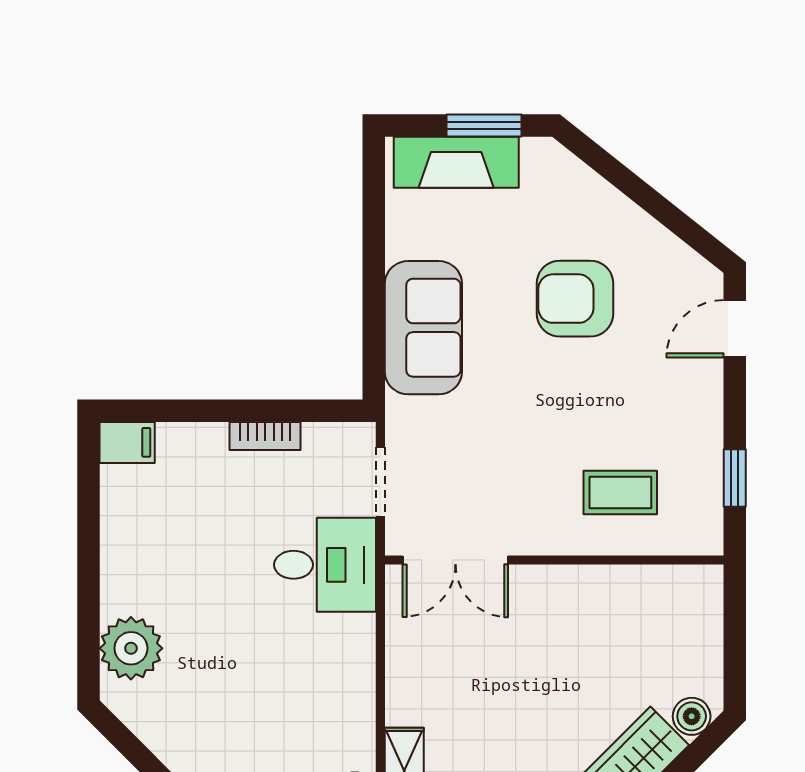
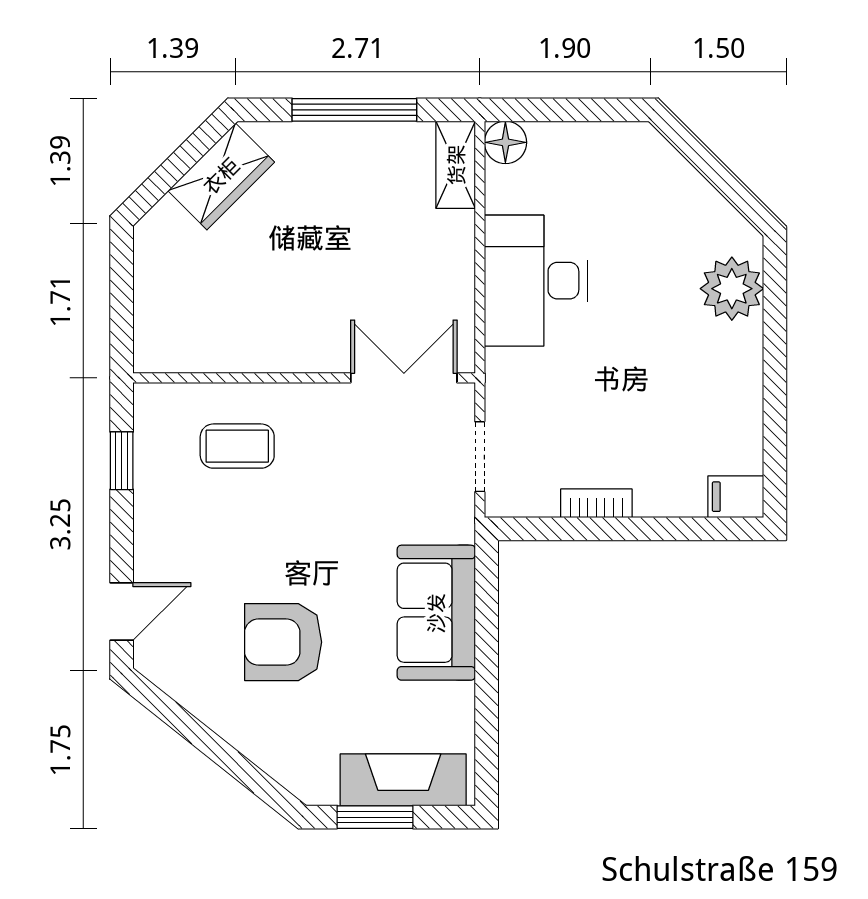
armchair: (575, 299) -> (283, 642), turned 180
desk: (325, 565) -> (536, 281), moved, width x1.37
boiler: (692, 716) -> (165, 220), removed

